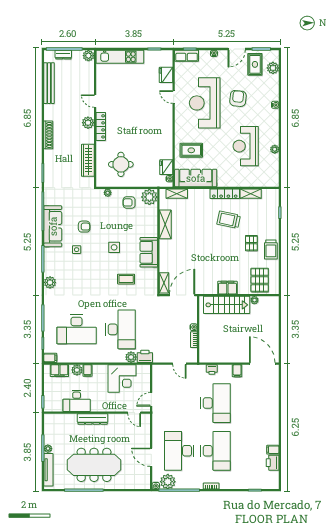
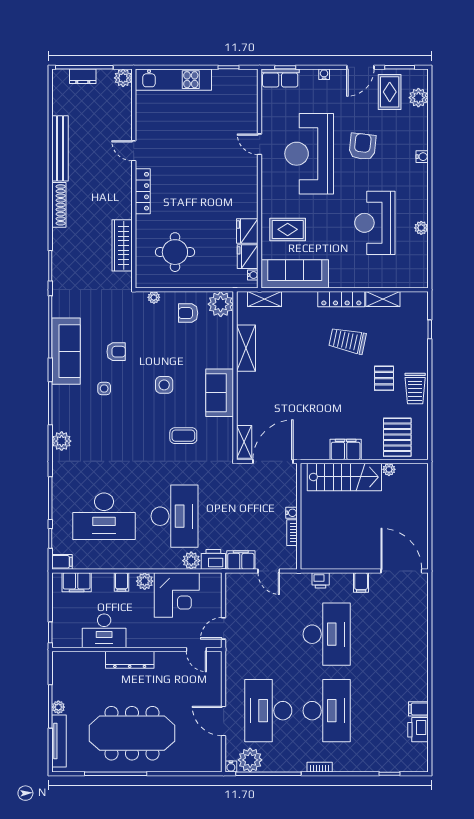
fridge: (166, 75) -> (247, 231), moved
bench: (49, 83) -> (60, 148), moved
plant: (88, 123) -> (122, 185), removed
filing cabinet: (162, 357) -> (241, 560), added
plant: (77, 370) -> (145, 581), moved

